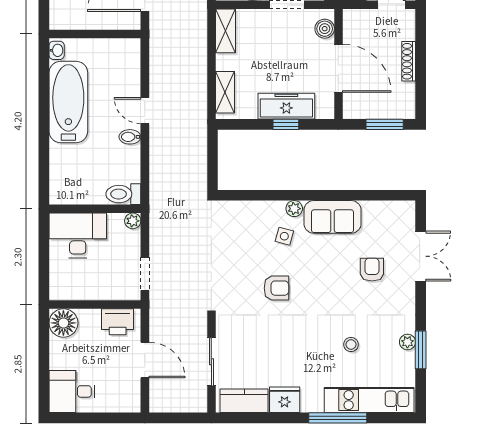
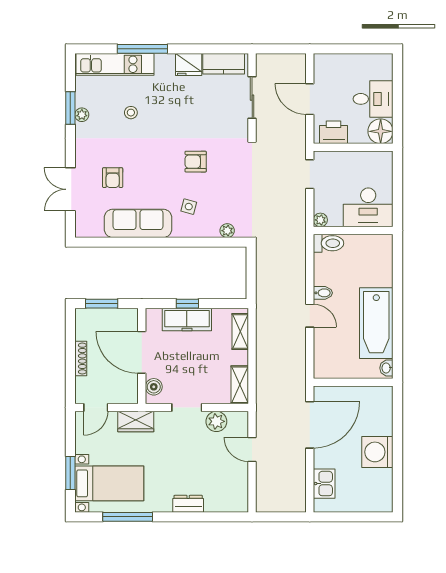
plant: (294, 209) -> (227, 231), moved
sofa: (333, 217) -> (138, 223), width x1.36
desk: (72, 391) -> (373, 99), moved

